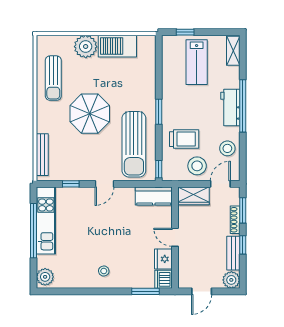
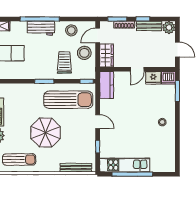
door: (220, 184) -> (98, 36), hinge flipped
plant: (45, 277) -> (167, 166), removed

